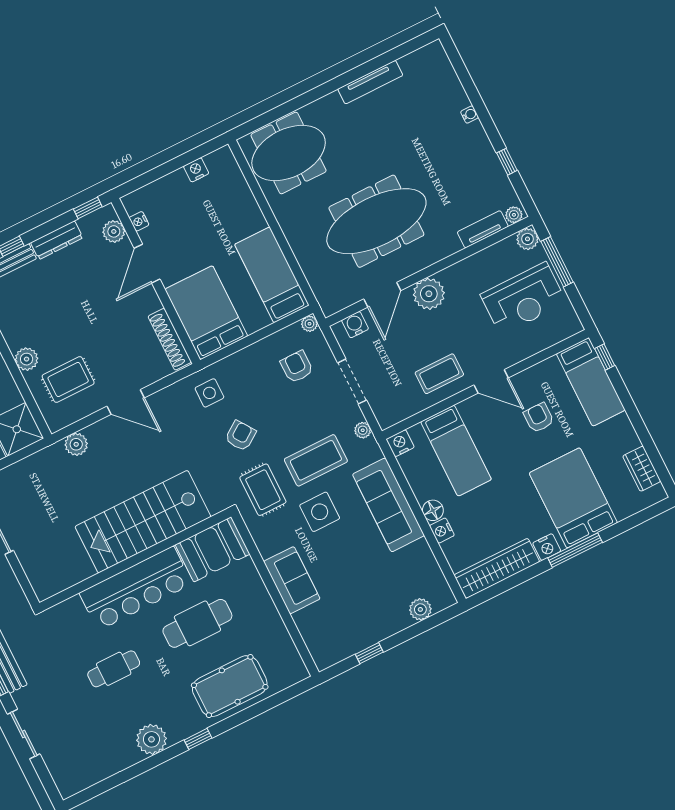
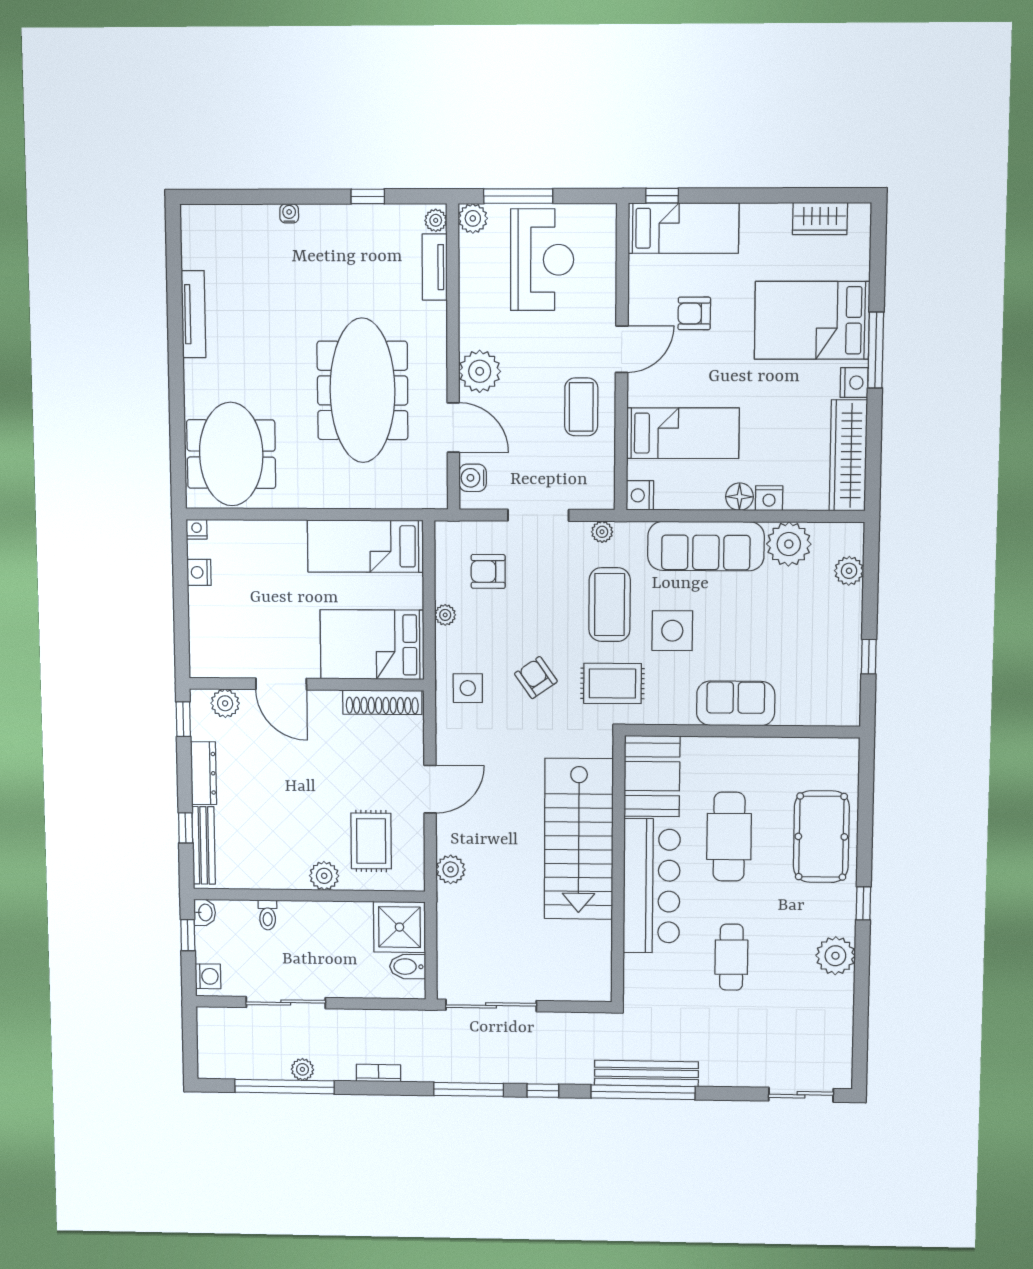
nightstand: (139, 221) -> (197, 529), moved, turned 180
plant: (309, 324) -> (445, 615), moved
plant: (418, 560) -> (789, 544), added
sliding door: (24, 734) -> (801, 1095), moved

